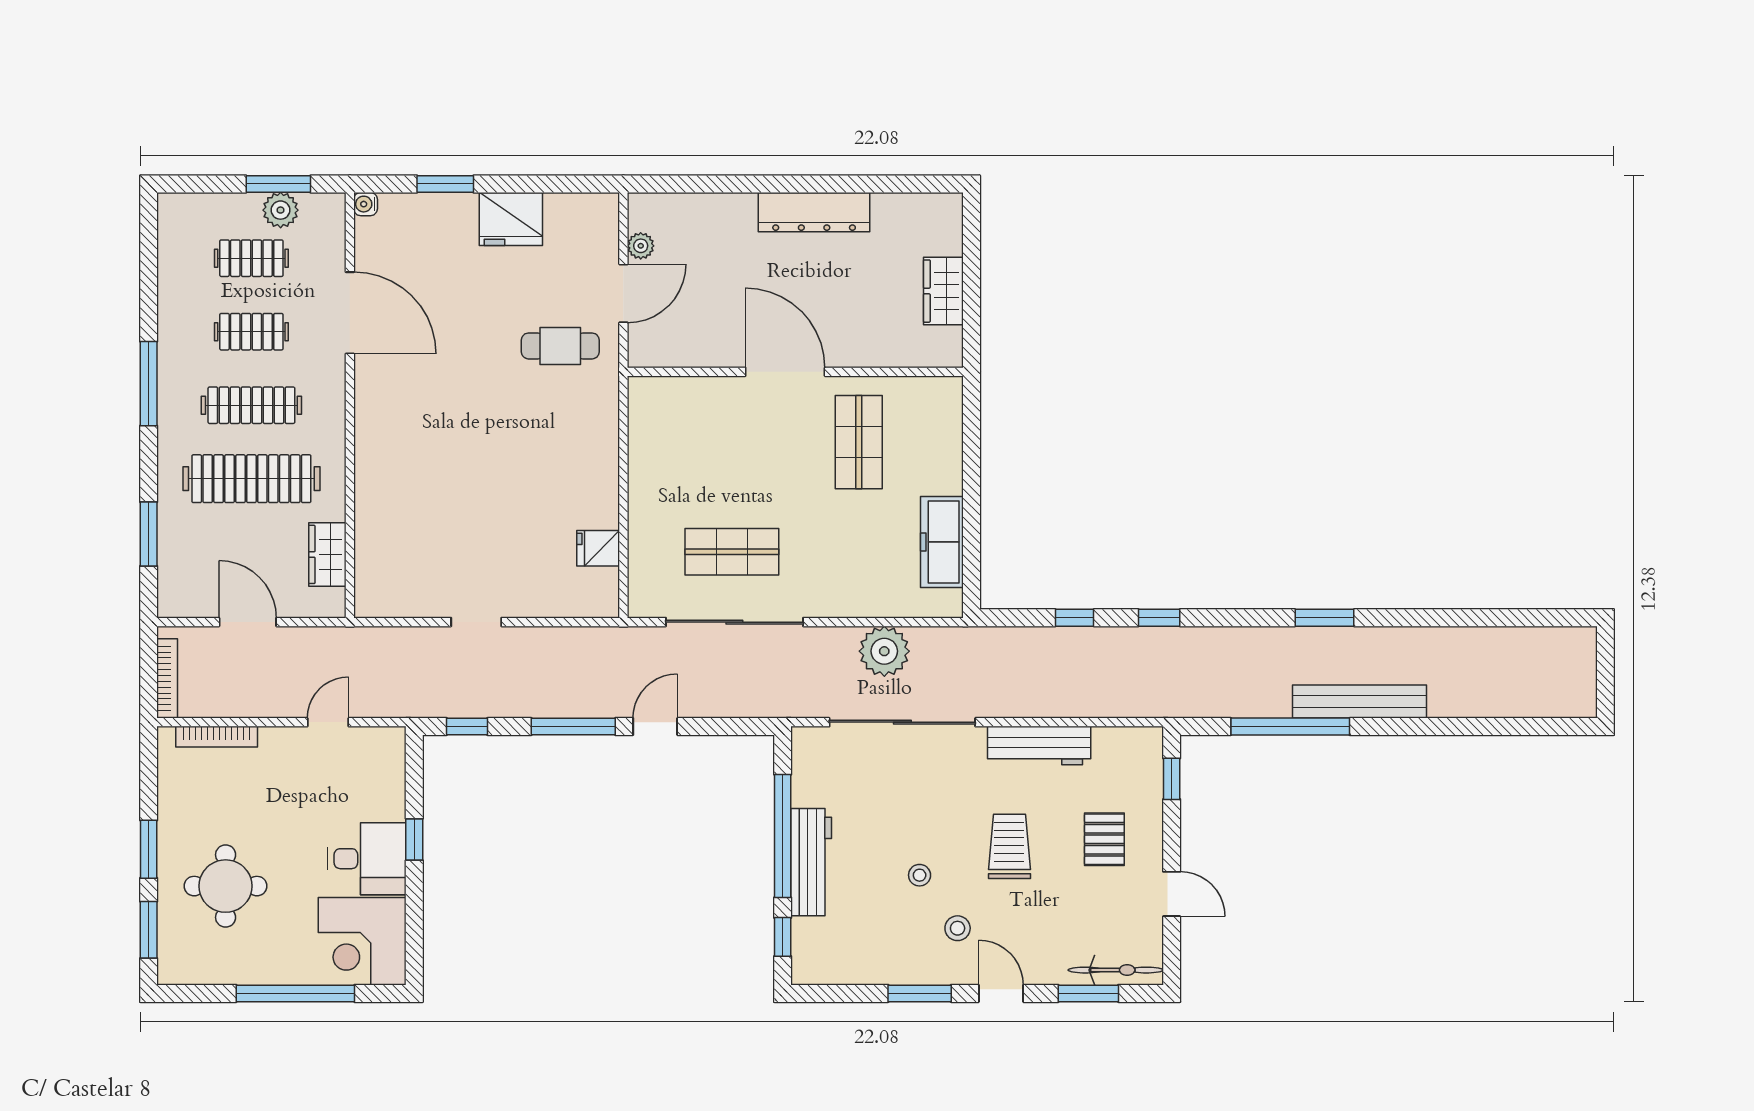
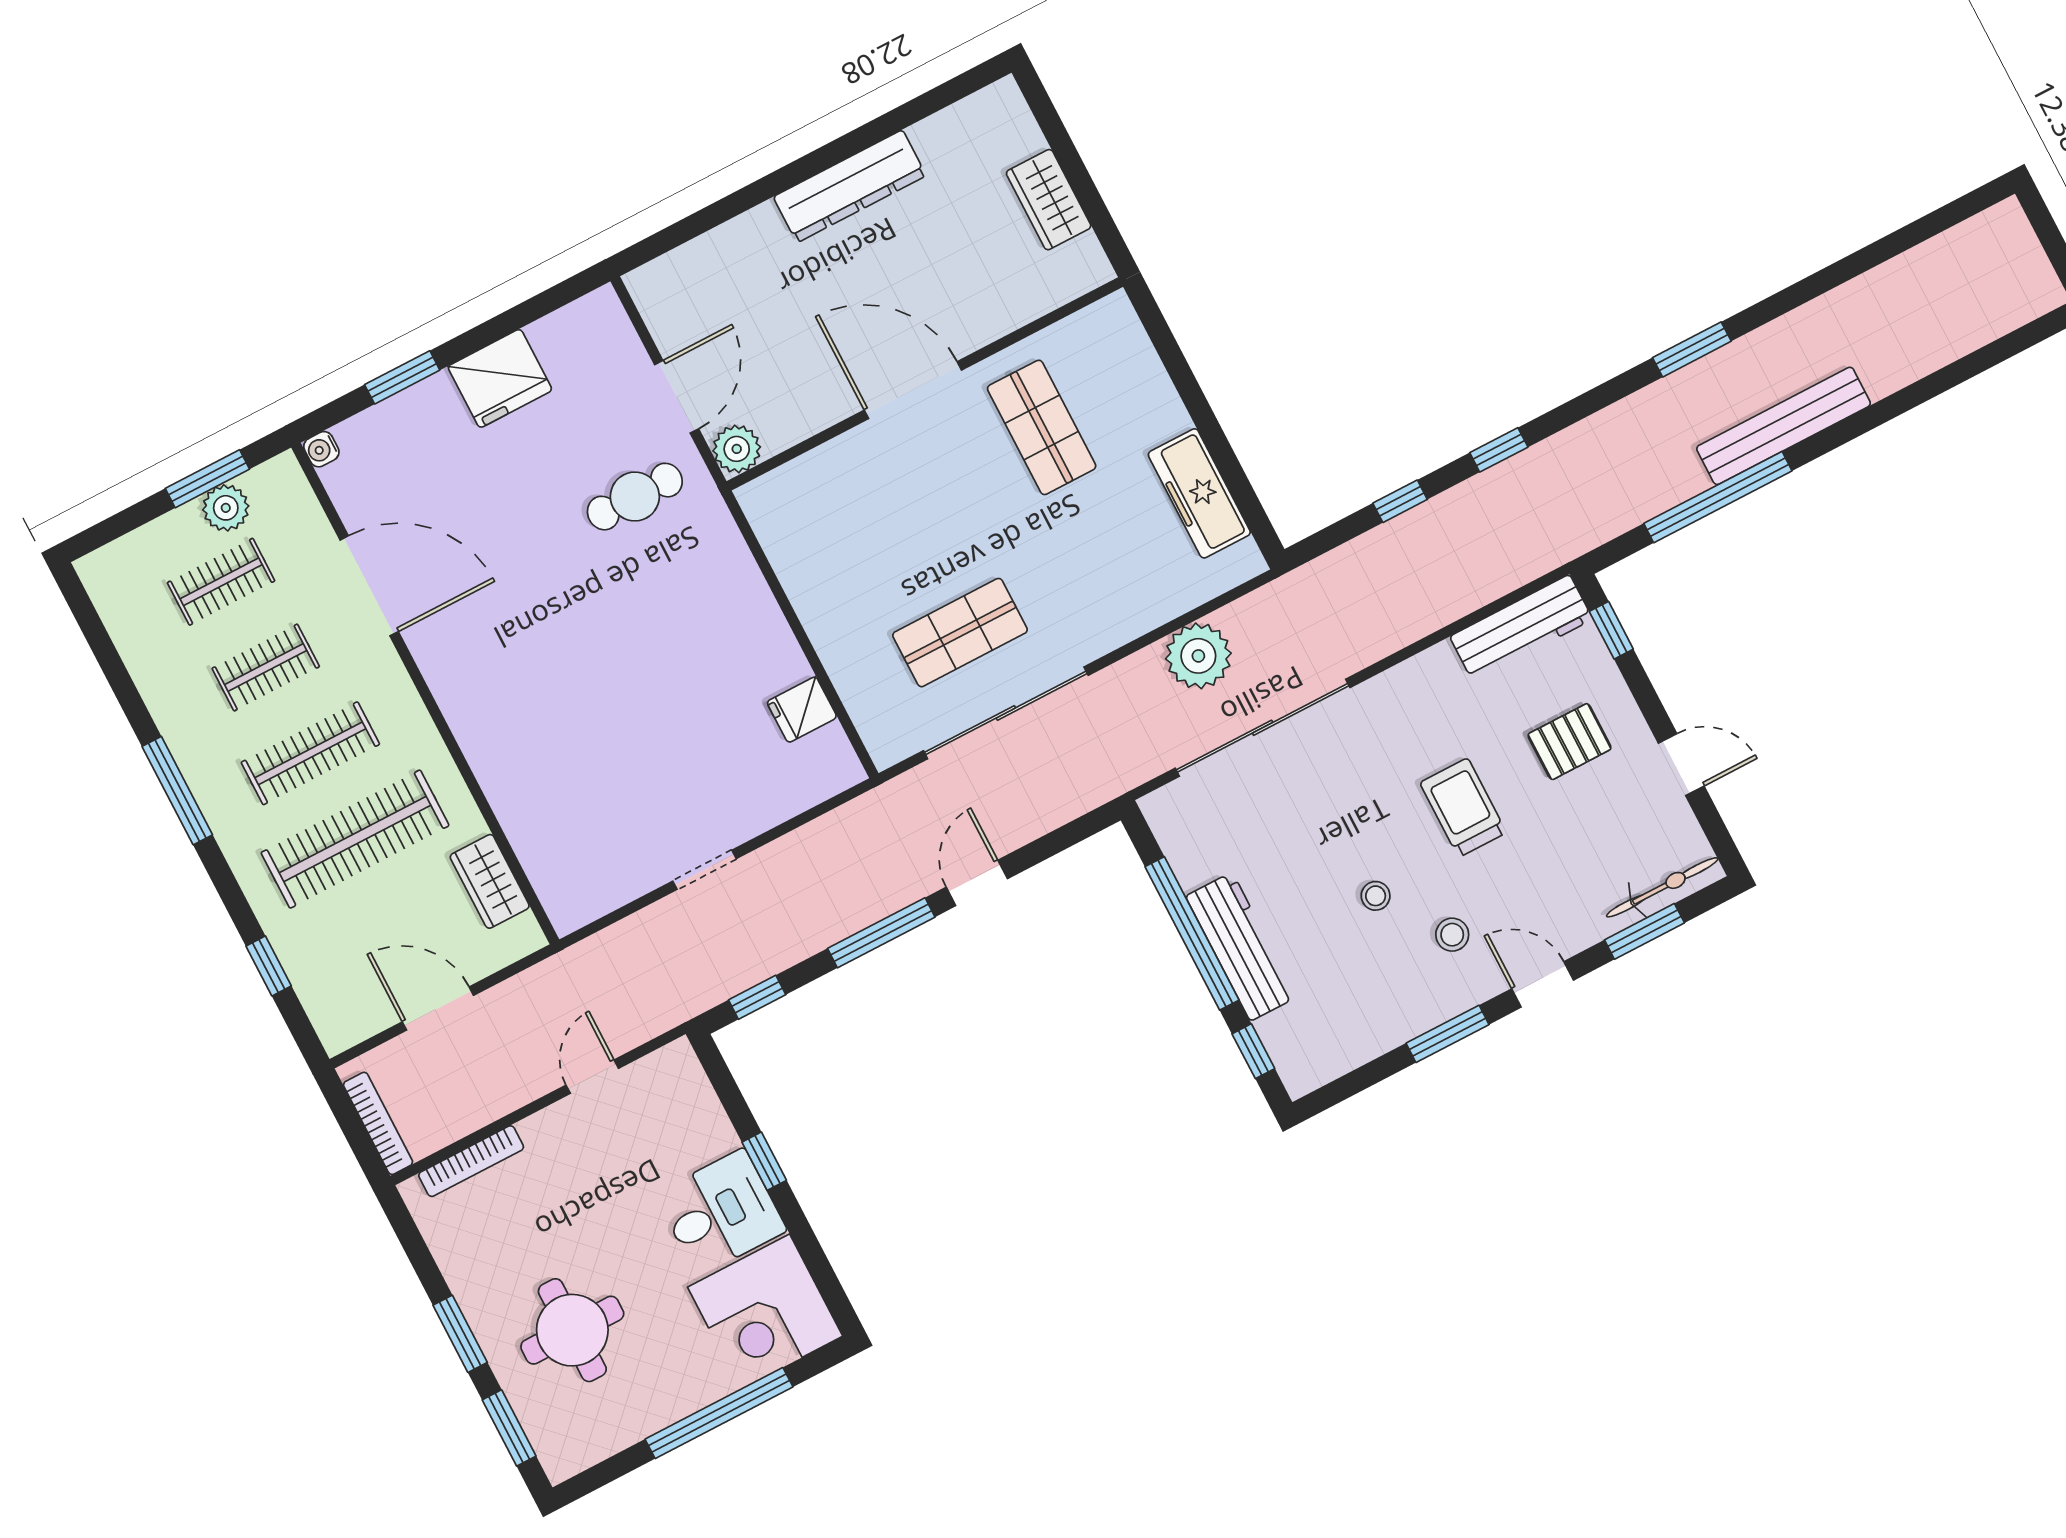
plant: (641, 246) -> (737, 449), moved, width x1.38, depth x1.38
window: (149, 534) -> (269, 966), width x0.67
workbench: (1039, 746) -> (1521, 628), moved
pallet: (1104, 839) -> (1570, 742), turned 90

